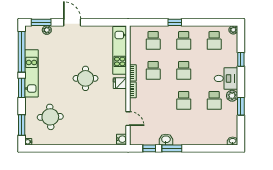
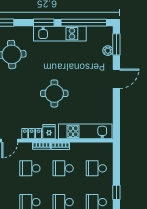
locker: (122, 99) -> (32, 134), added
school desk: (153, 100) -> (30, 168), added

